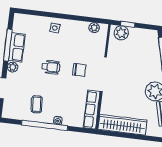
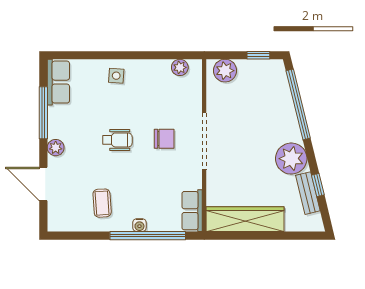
window: (128, 24) -> (258, 55), moved
row of seats: (17, 47) -> (58, 82), moved
row of seats: (92, 110) -> (192, 211), width x0.68
window: (45, 125) -> (148, 236), moved

